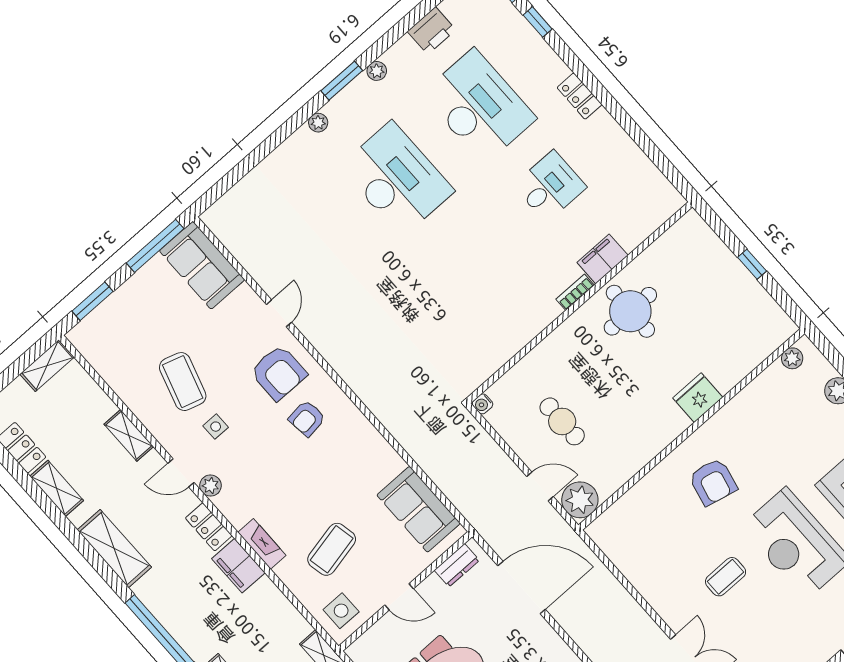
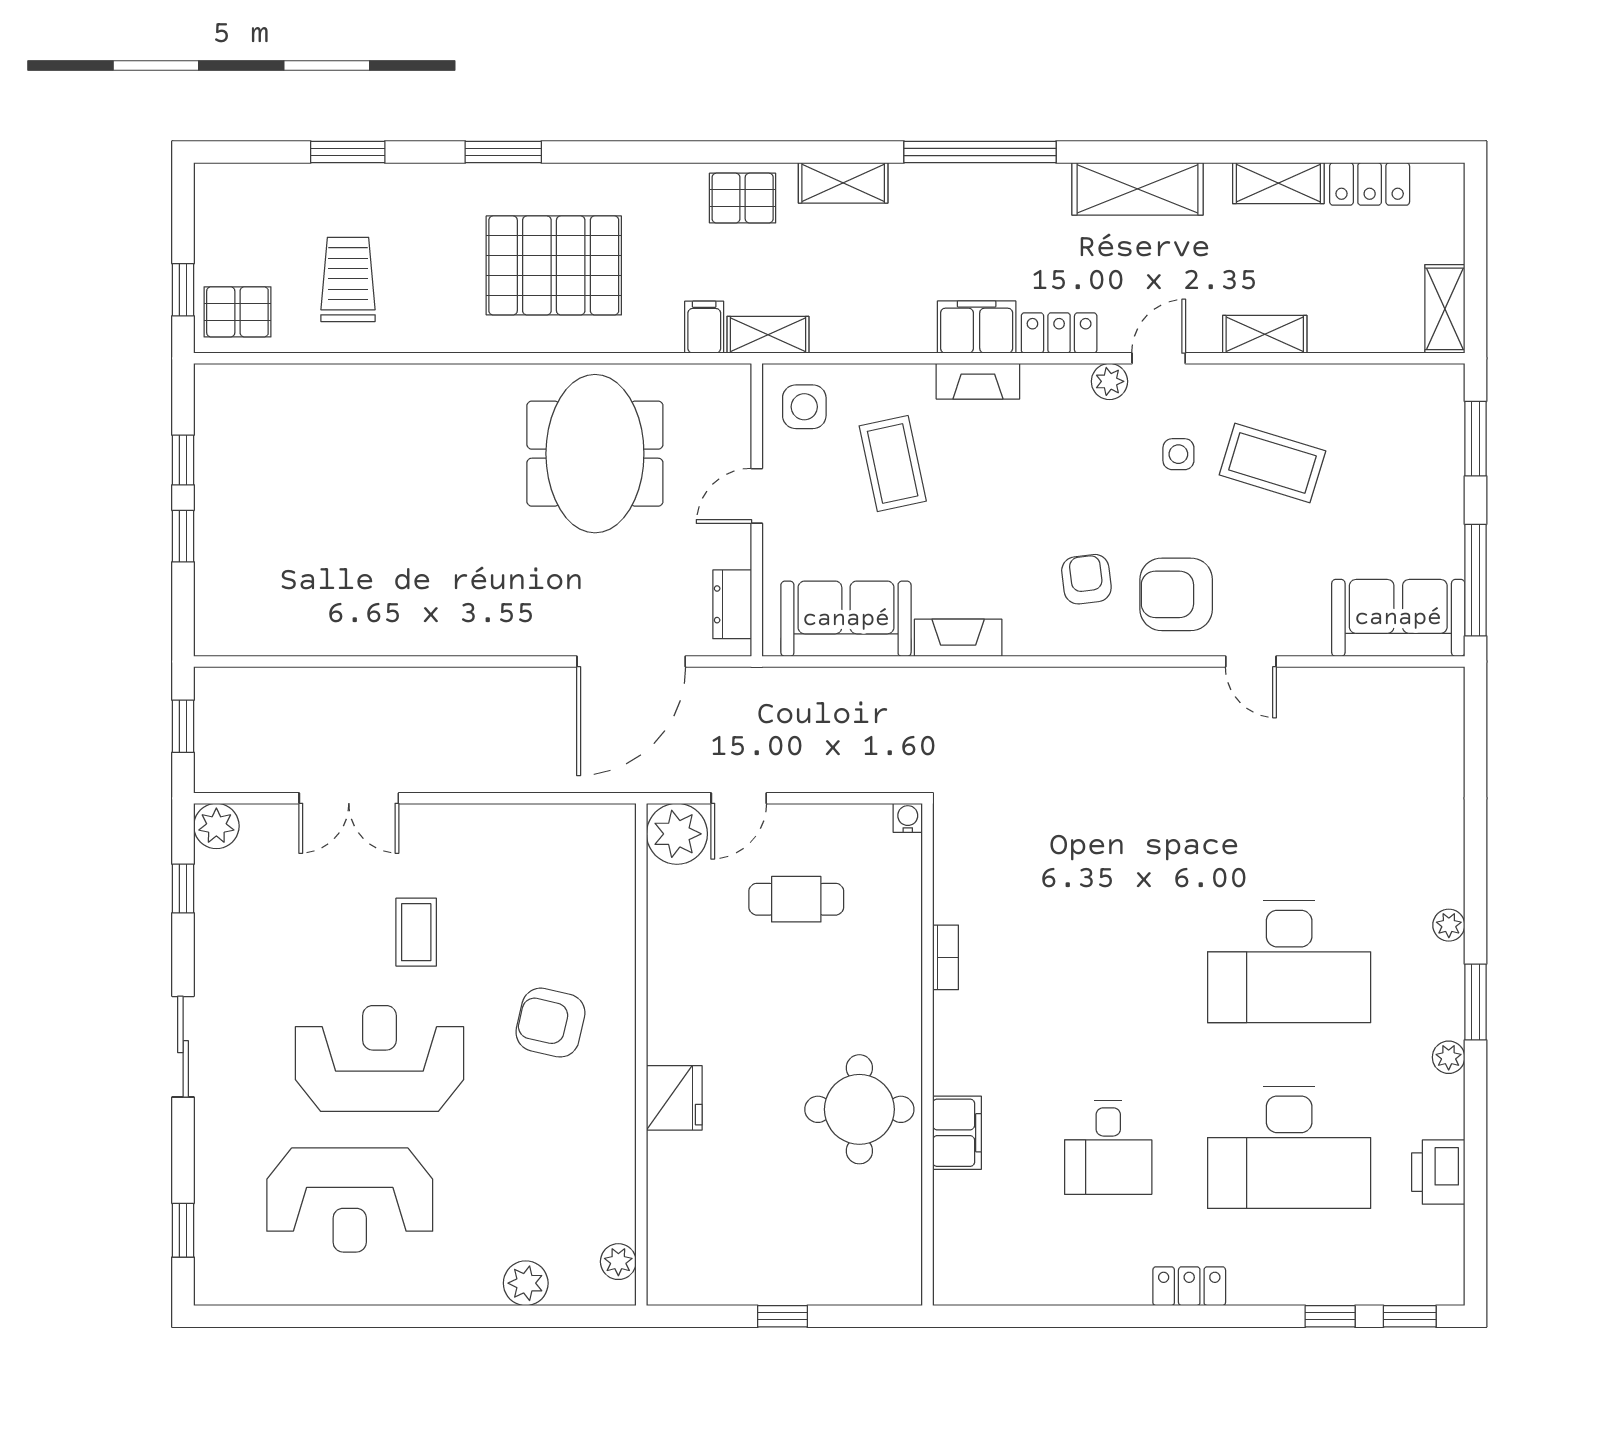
bookcase: (575, 292) -> (946, 957), moved
fireplace: (383, 452) -> (958, 638), added

